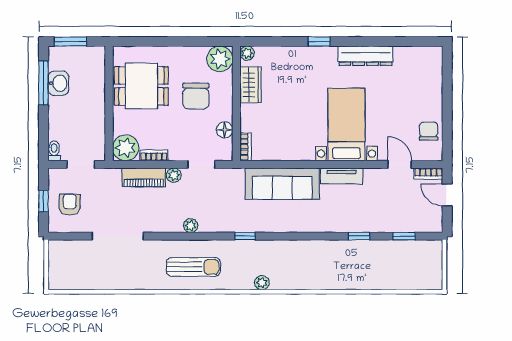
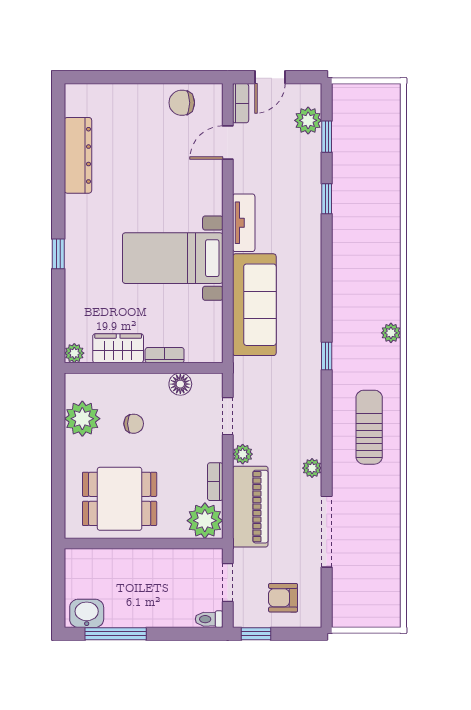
window: (70, 41) -> (58, 597), removed
dresser: (366, 56) -> (78, 155), moved
plant: (220, 59) -> (82, 419), moved
washbasin: (58, 83) -> (87, 613), moved
dining table: (141, 86) -> (120, 499), turned 90
chair: (196, 96) -> (134, 424), width x0.54, depth x0.54
bed with nightstands: (346, 124) -> (173, 258), moved
bookcase: (246, 147) -> (165, 355), moved
piano: (144, 178) -> (250, 507), width x1.37, depth x1.33
window: (44, 201) -> (256, 634), moved
plant: (416, 223) -> (308, 120), added
plant: (191, 226) -> (312, 468), moved

